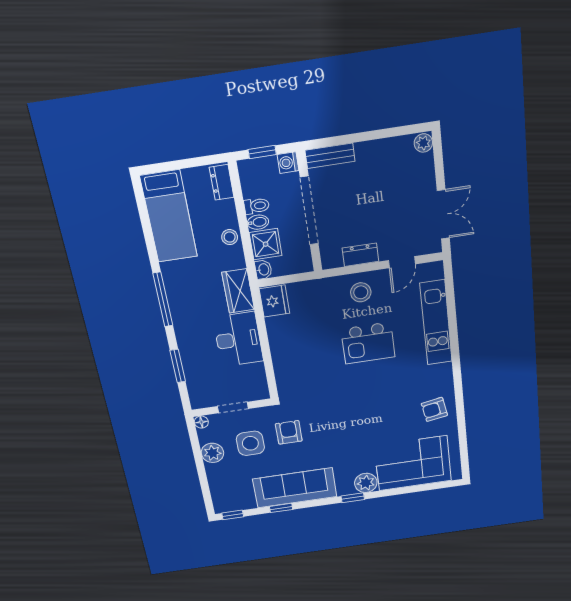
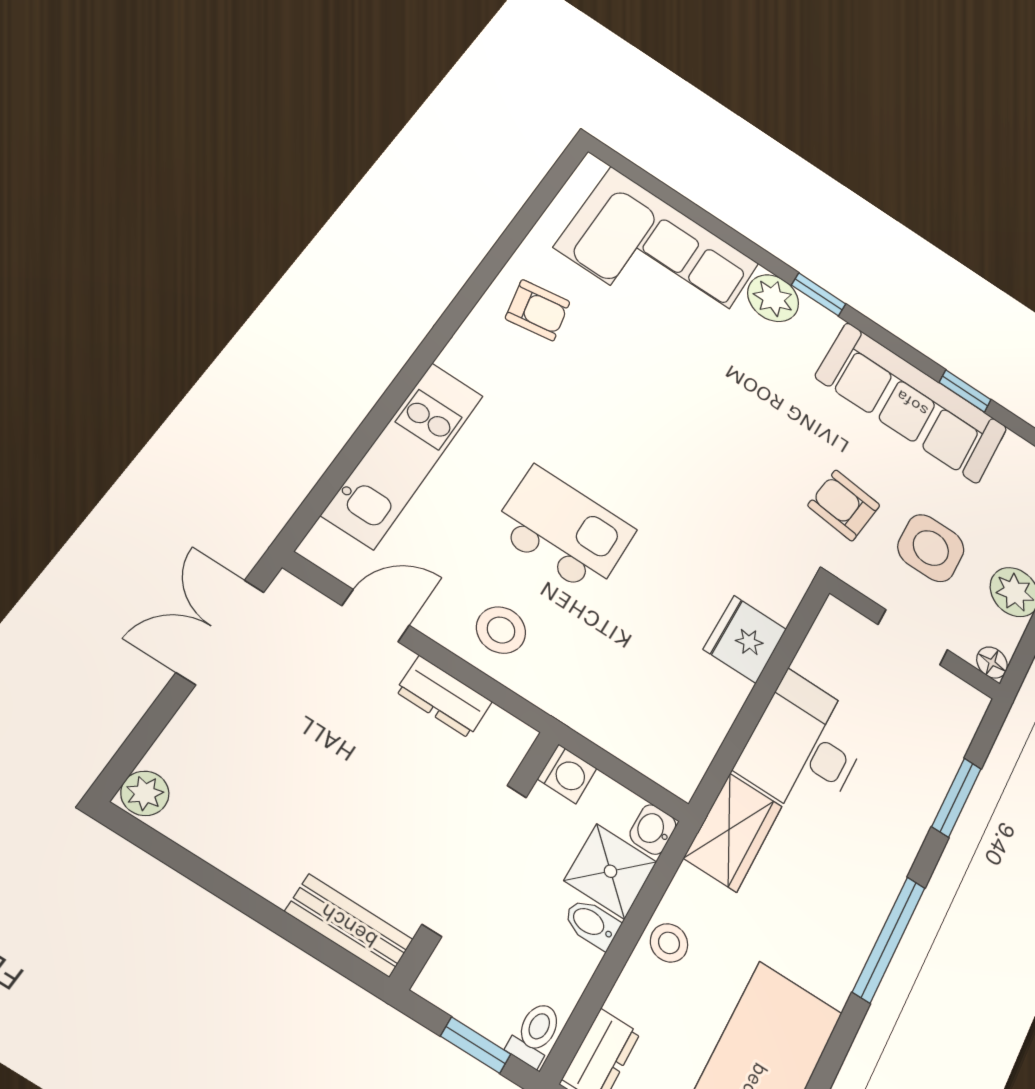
washing machine: (288, 163) -> (567, 774), moved
toilet: (257, 206) -> (535, 1034), moved, turned 90
fridge: (274, 301) -> (745, 639), moved
armchair: (289, 432) -> (844, 505), turned 97

